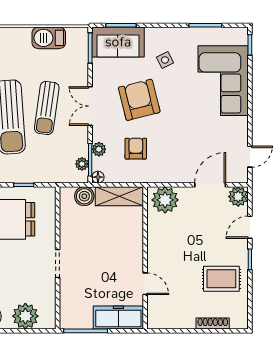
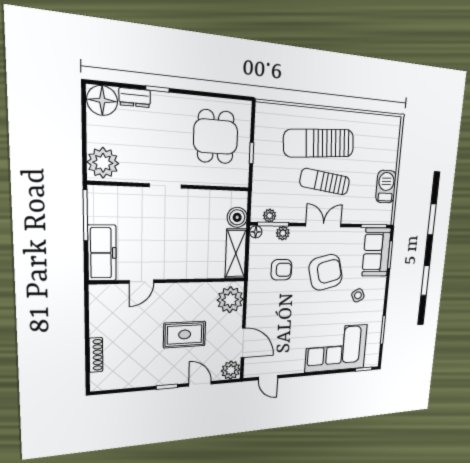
rug: (221, 279) -> (185, 334), moved, turned 90
plant: (25, 316) -> (103, 163), moved

